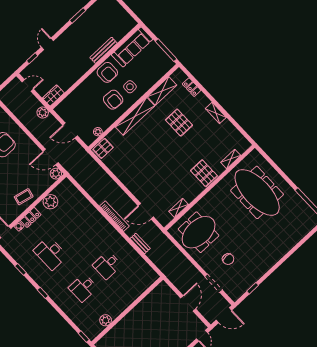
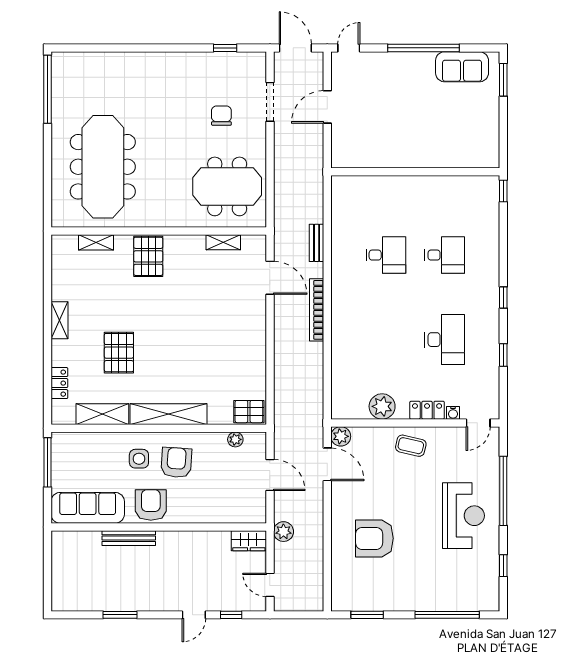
plant: (106, 320) -> (455, 185), removed

